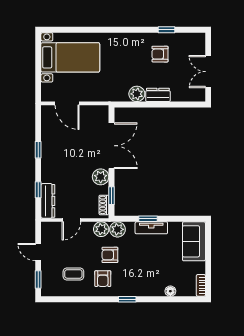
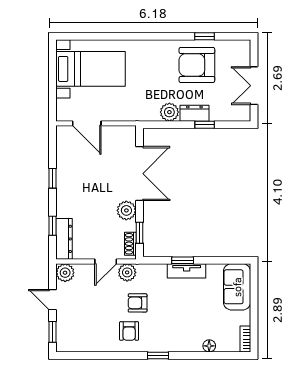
armchair: (160, 54) -> (197, 65), width x1.88, depth x1.88
window: (167, 105) -> (205, 125), added
door: (71, 220) -> (106, 262), moved
plant: (117, 229) -> (65, 273), moved
coffee table: (73, 274) -> (94, 326), removed

